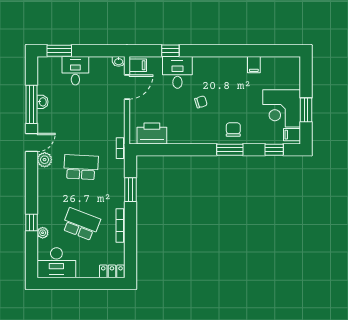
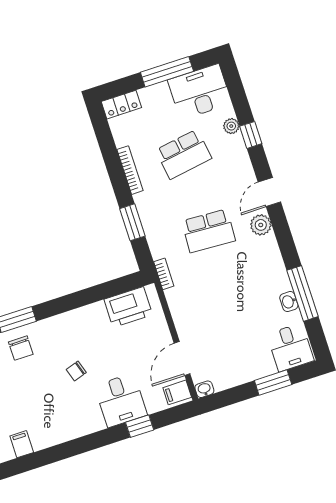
window: (59, 51) -> (273, 383), moved
desk: (75, 71) -> (290, 347), moved
door: (32, 143) -> (269, 192), moved
school desk: (81, 224) -> (184, 154), turned -30
window: (74, 283) -> (167, 72), added

